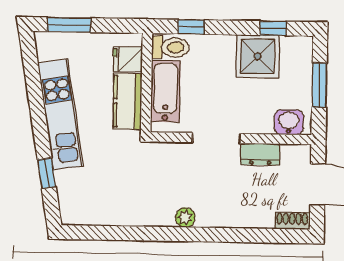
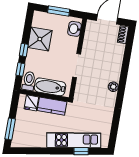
window: (273, 28) -> (24, 50), moved
kitchen unit: (61, 114) -> (74, 140), moved
dresser: (260, 154) -> (88, 45), removed

